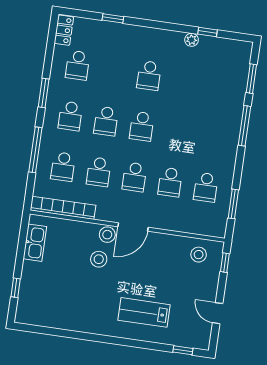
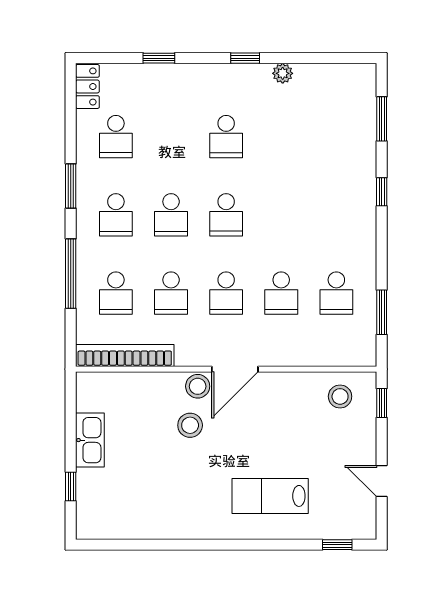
window: (207, 32) -> (245, 58), moved
window: (245, 126) -> (382, 192), width x0.46
kitchen sink: (35, 243) -> (90, 440), moved

